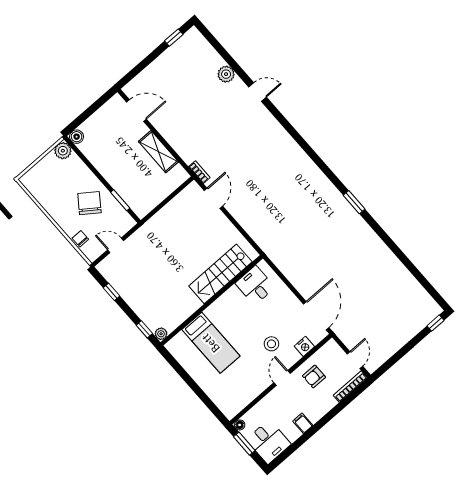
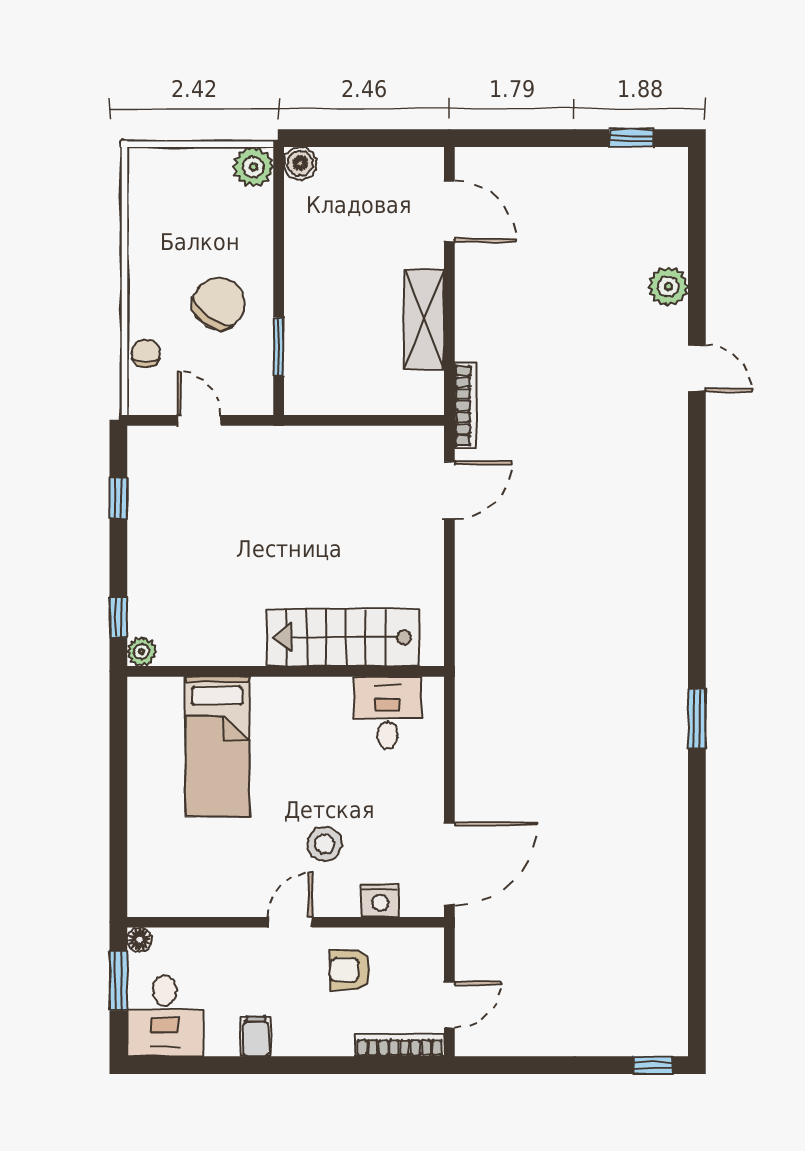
bookcase: (199, 172) -> (466, 405), width x1.56

